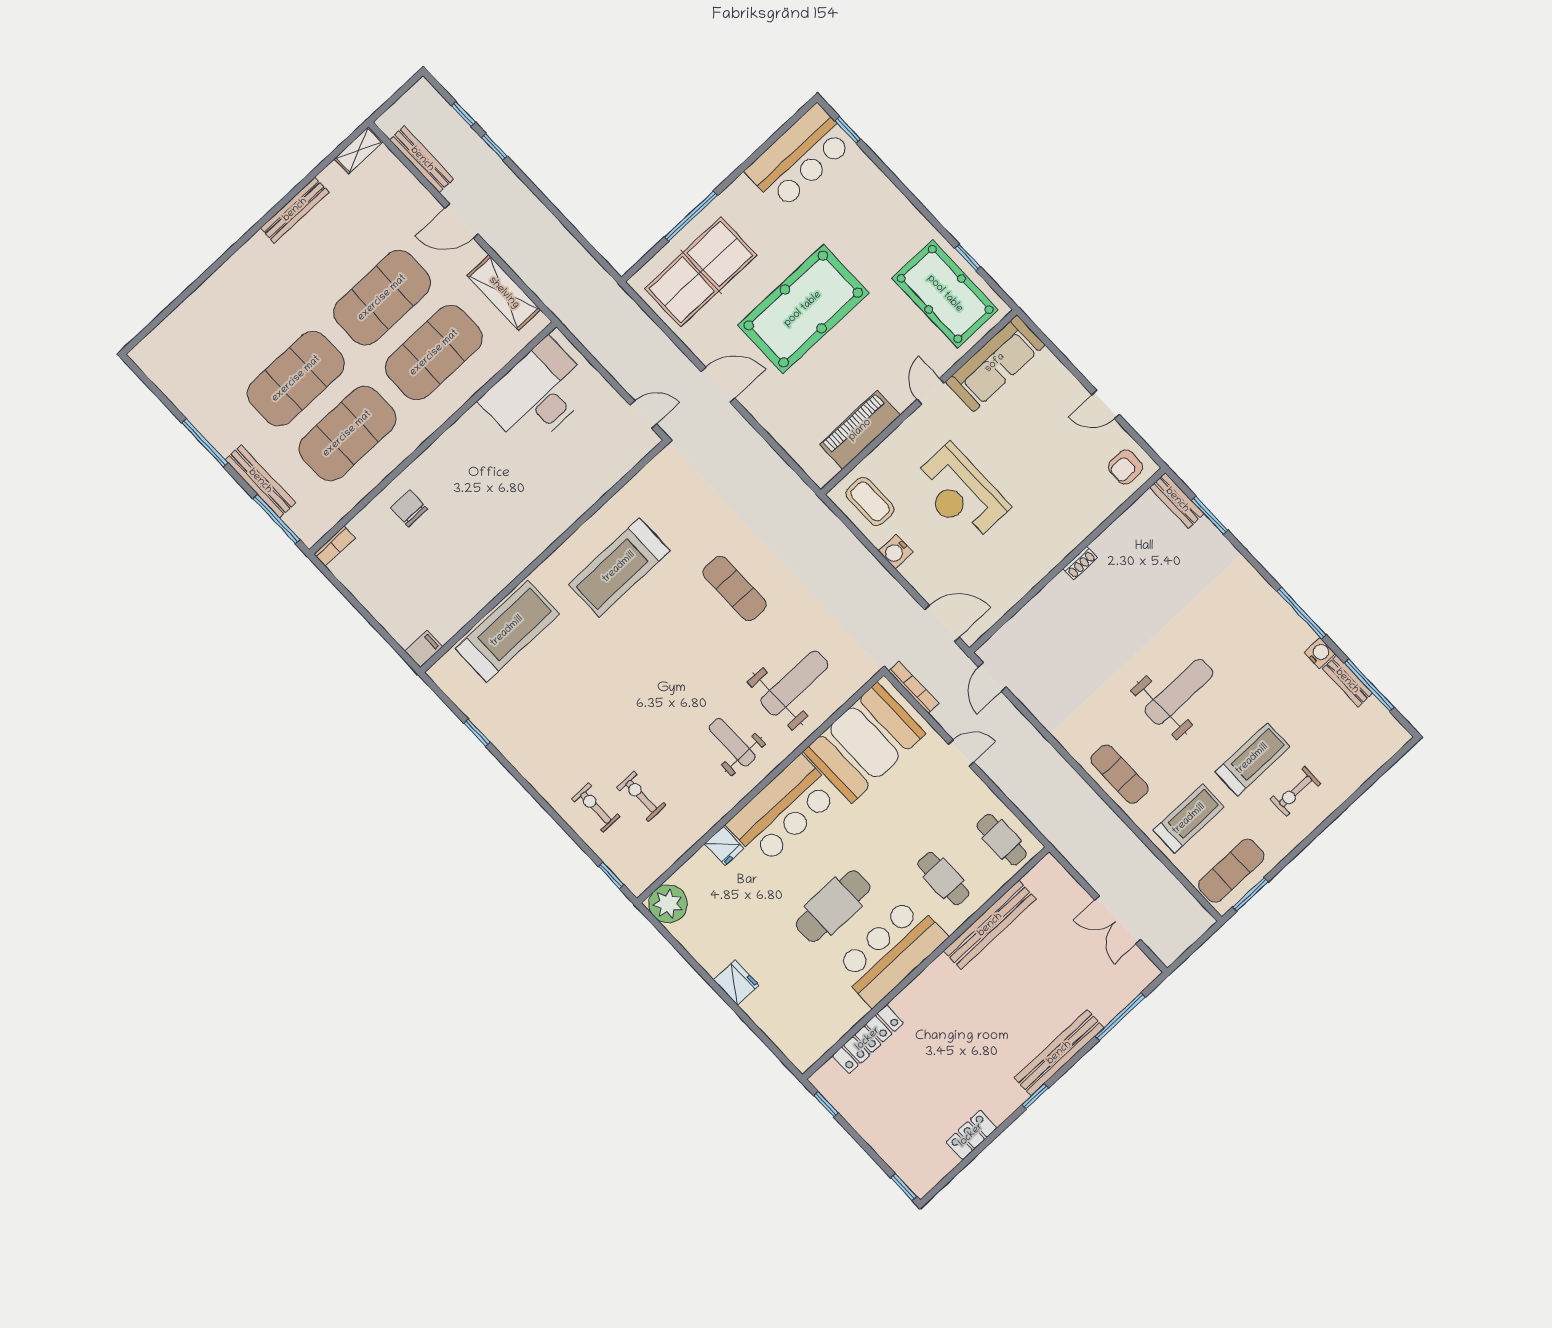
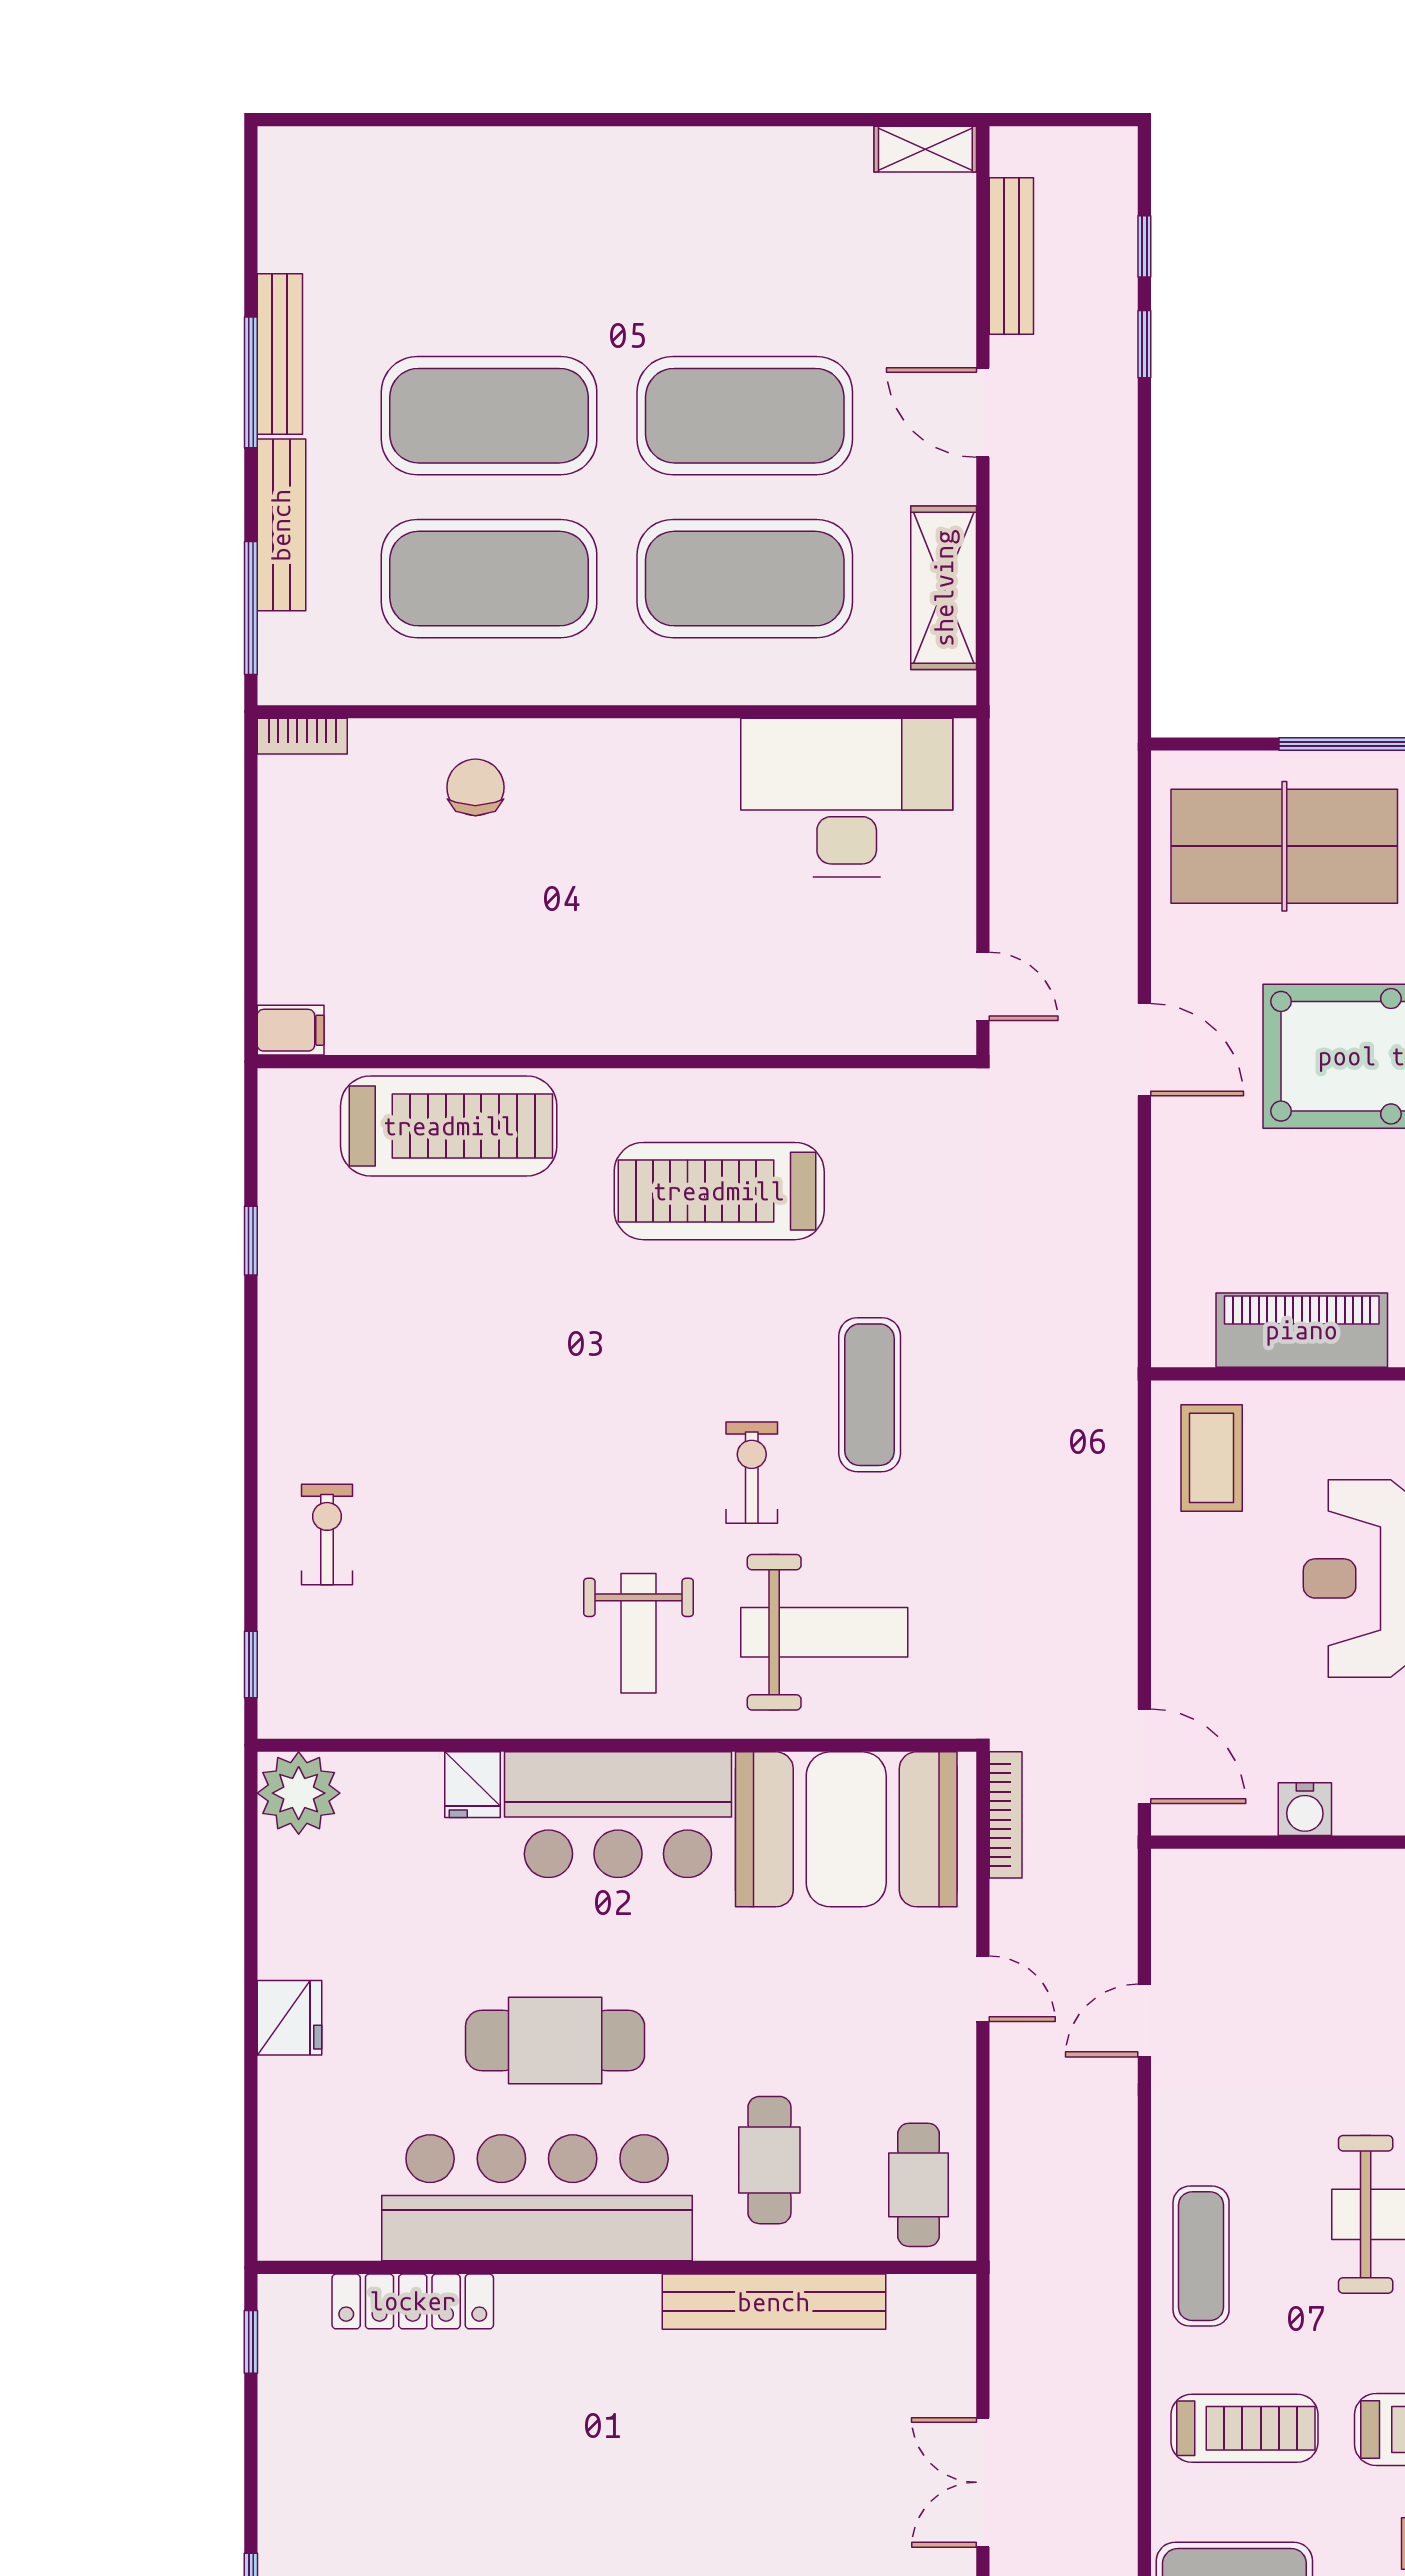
bench: (295, 210) -> (280, 354), moved, turned 90
water cooler: (895, 552) -> (1305, 1809), moved, turned -90
door: (992, 677) -> (1144, 2021), moved
weight bench: (732, 742) -> (639, 1633), turned 180
exercise bike: (641, 796) -> (752, 1473), moved
bar counter: (891, 952) -> (537, 2198), width x1.36

